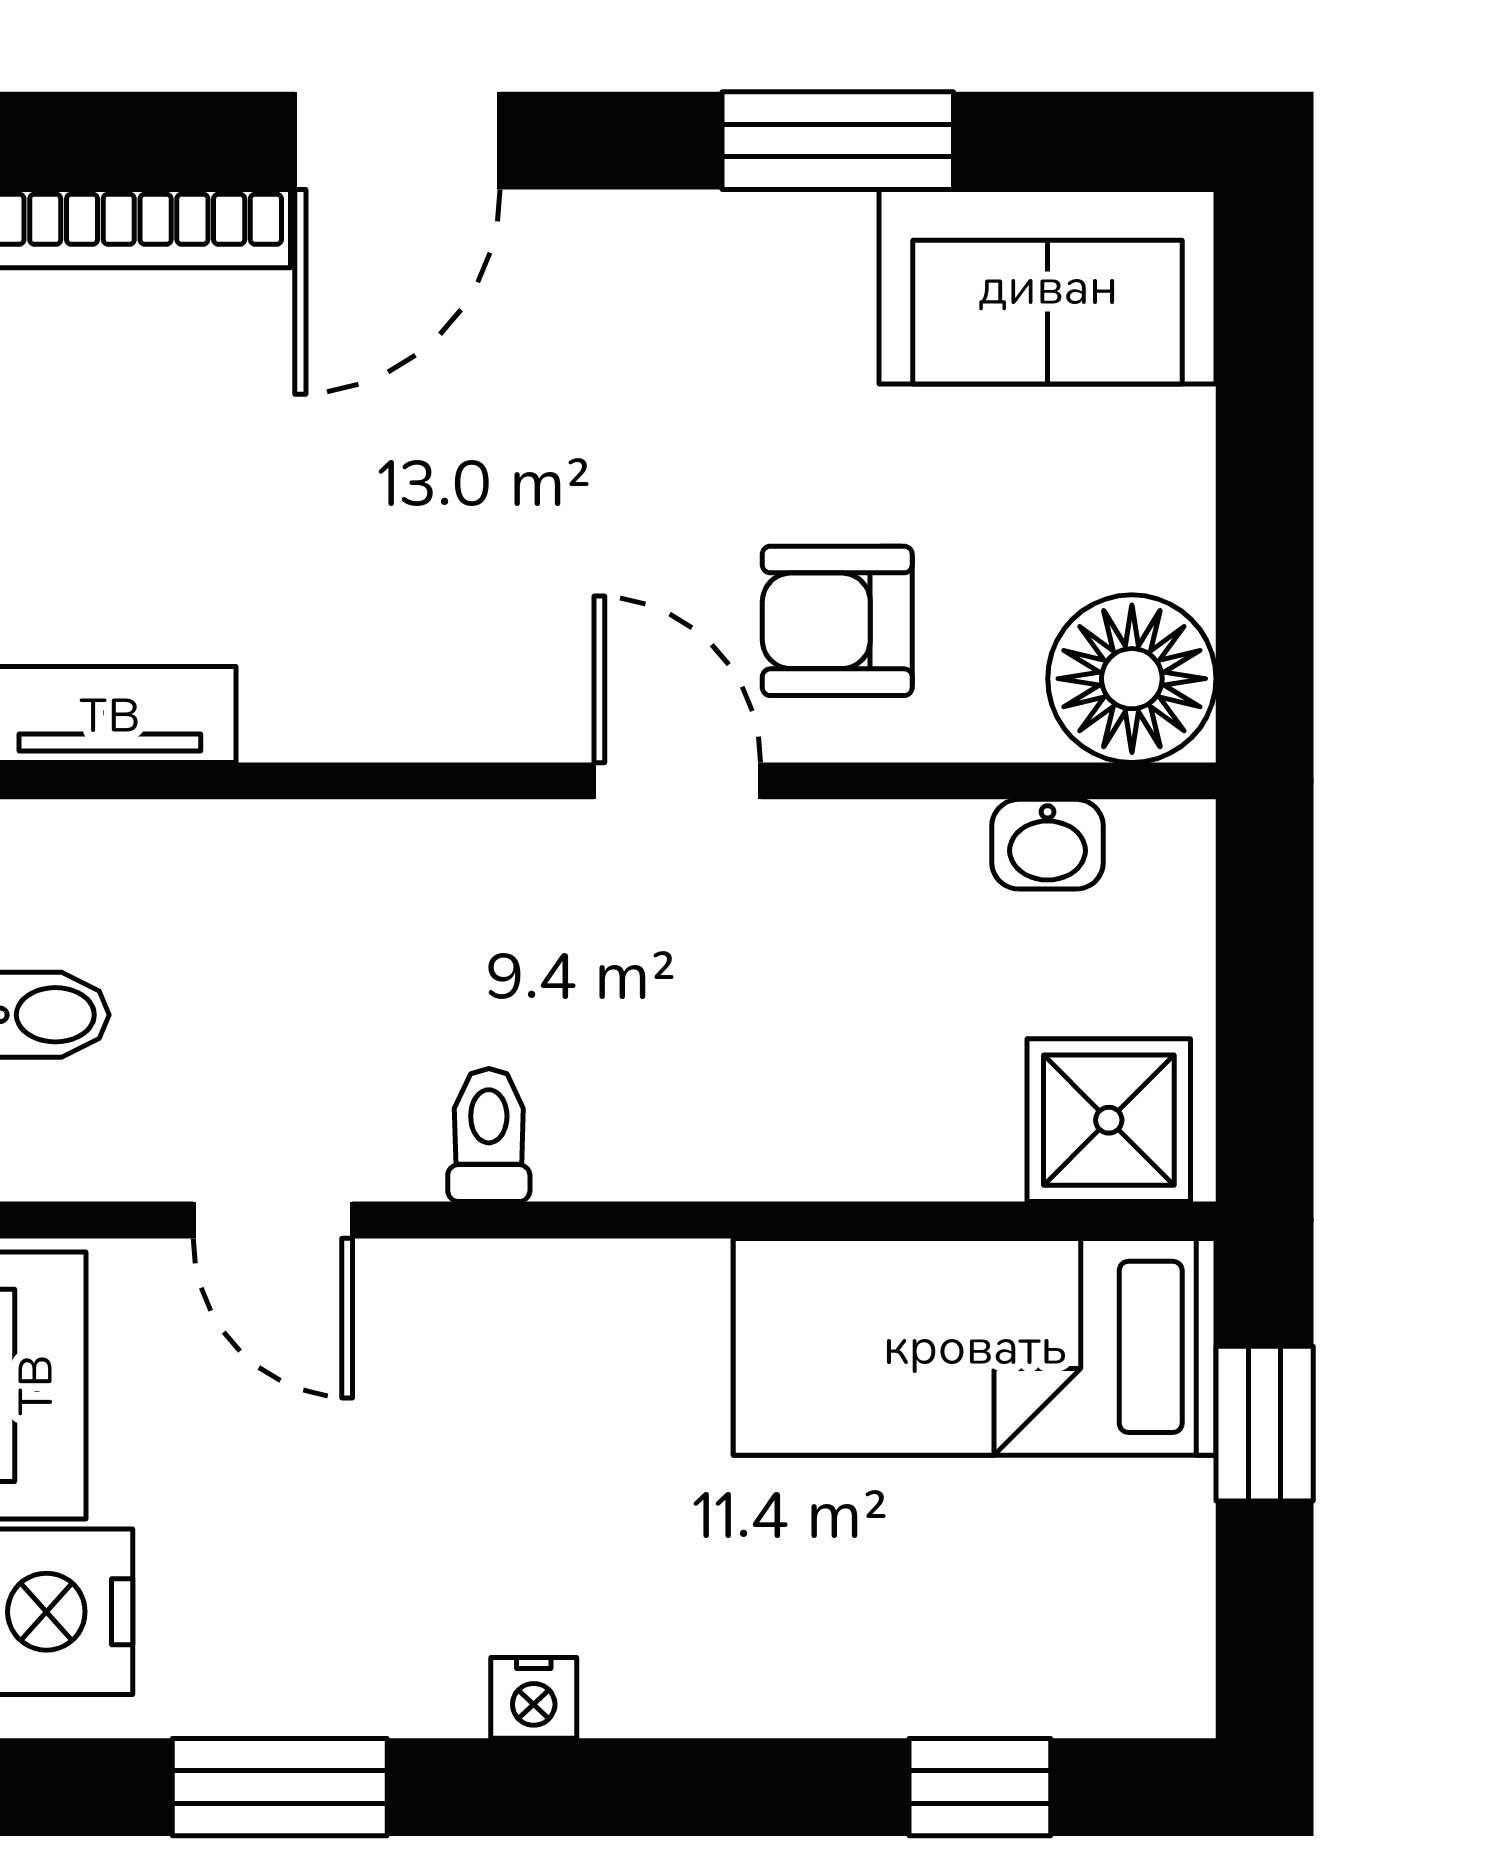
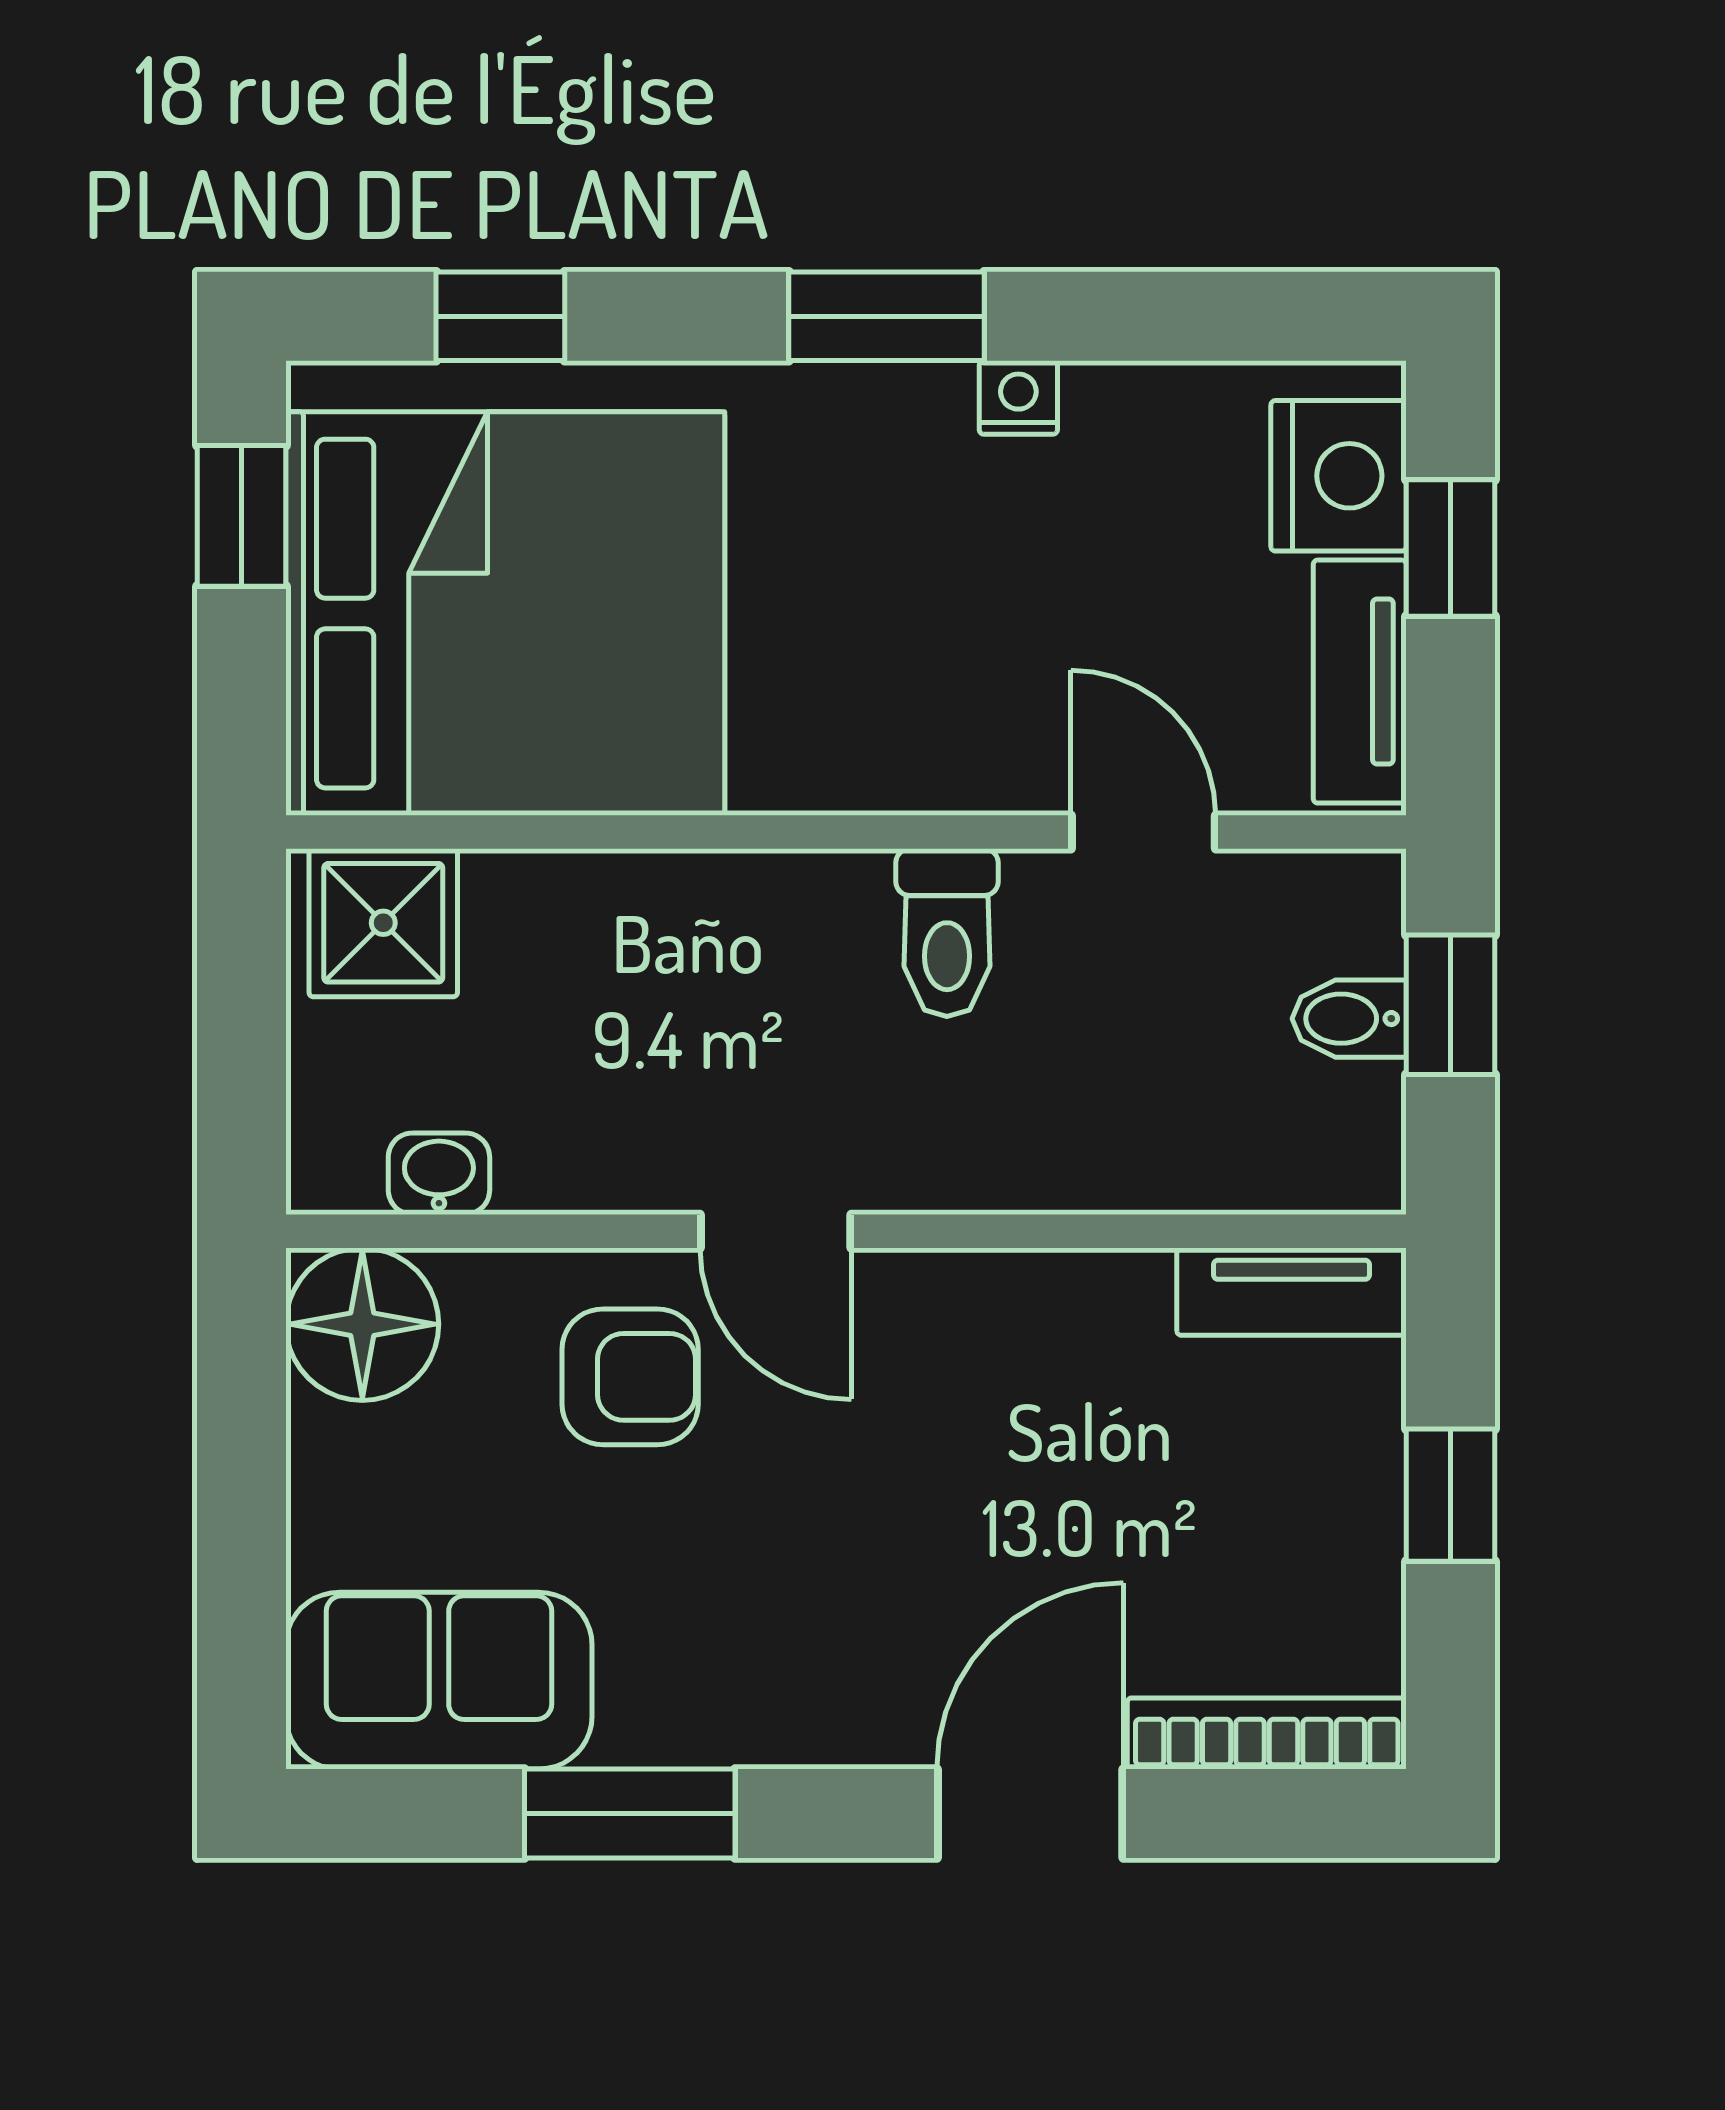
toilet: (489, 1135) -> (947, 933), width x1.37, depth x1.39
bed: (975, 1347) -> (505, 614), width x2.04
window: (1265, 1424) -> (242, 516), moved
nightstand: (534, 1698) -> (1018, 397), moved
window: (280, 1787) -> (887, 316), moved

